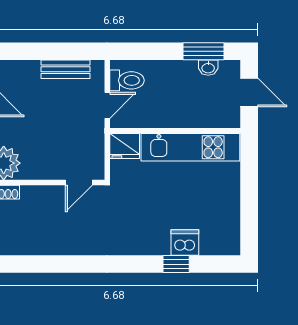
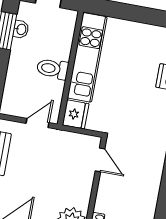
toilet: (127, 80) -> (53, 69), moved, turned -90
door: (107, 105) -> (38, 123), hinge flipped

